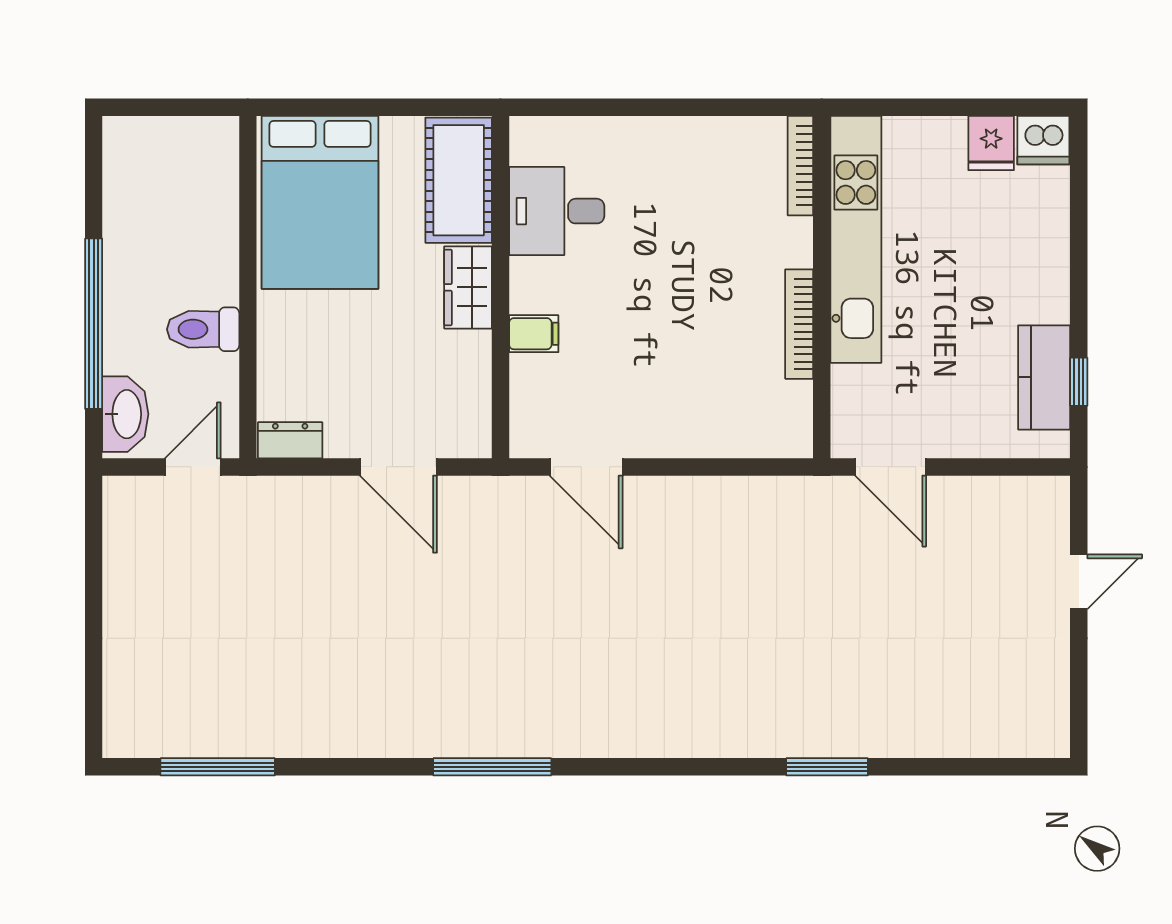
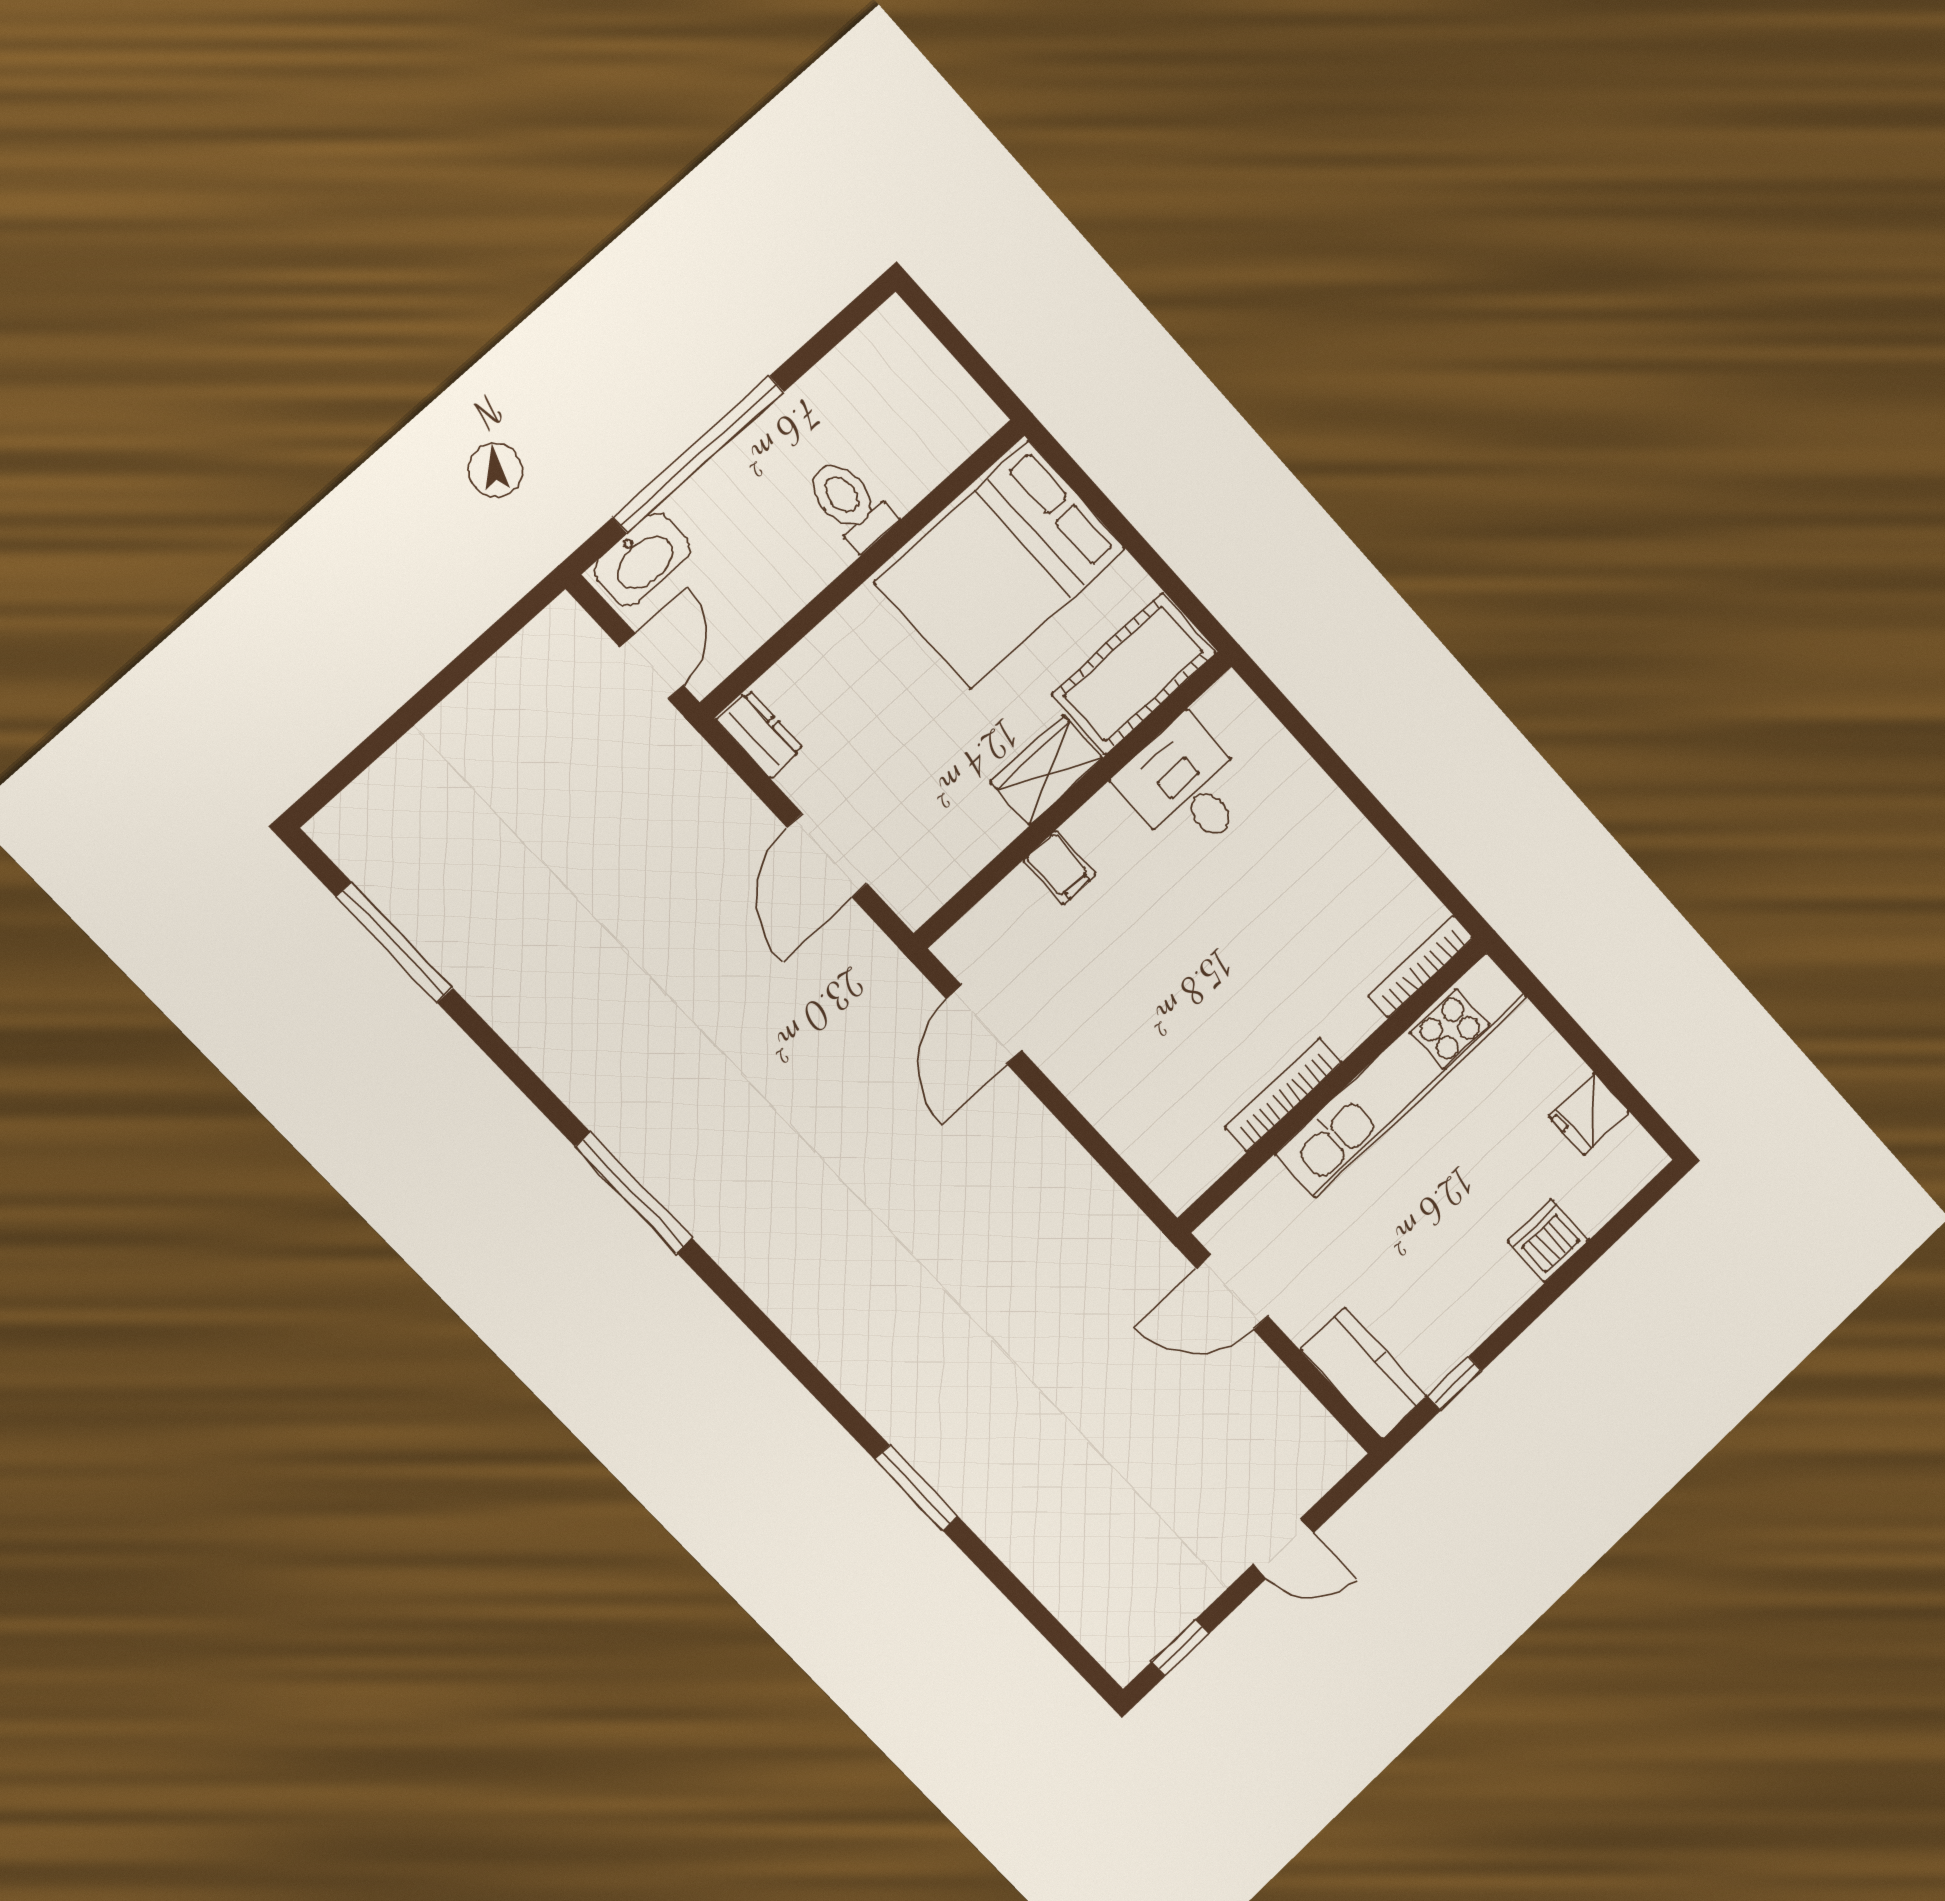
dishwasher: (1043, 140) -> (1548, 1241), moved, turned 90
toilet: (203, 329) -> (850, 504), moved
kitchen counter: (1044, 377) -> (1364, 1373), moved, turned 90
door: (193, 467) -> (652, 666), hinge flipped
door: (891, 467) -> (1232, 1292), hinge flipped
window: (1079, 701) -> (1180, 1648), added

